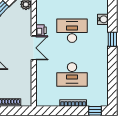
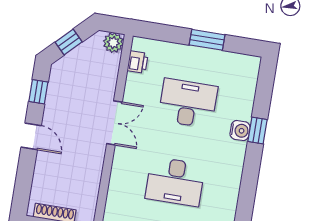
water cooler: (103, 19) -> (240, 131), moved
printer: (41, 30) -> (138, 62), moved

